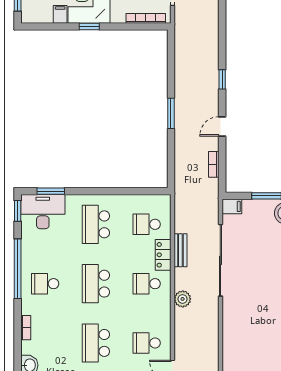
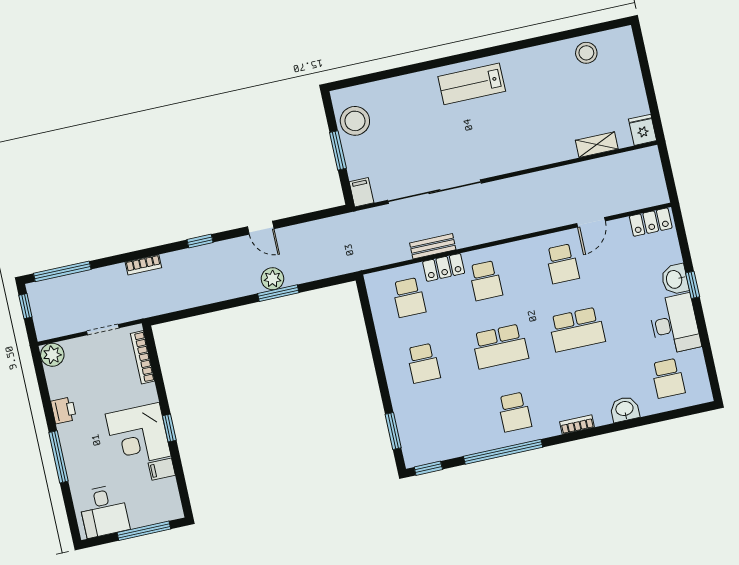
window: (171, 113) -> (278, 293), moved
bookcase: (214, 164) -> (143, 265), moved
desk: (43, 212) -> (422, 435), removed
school desk: (96, 224) -> (423, 363), width x0.54
plant: (183, 299) -> (272, 279), moved

